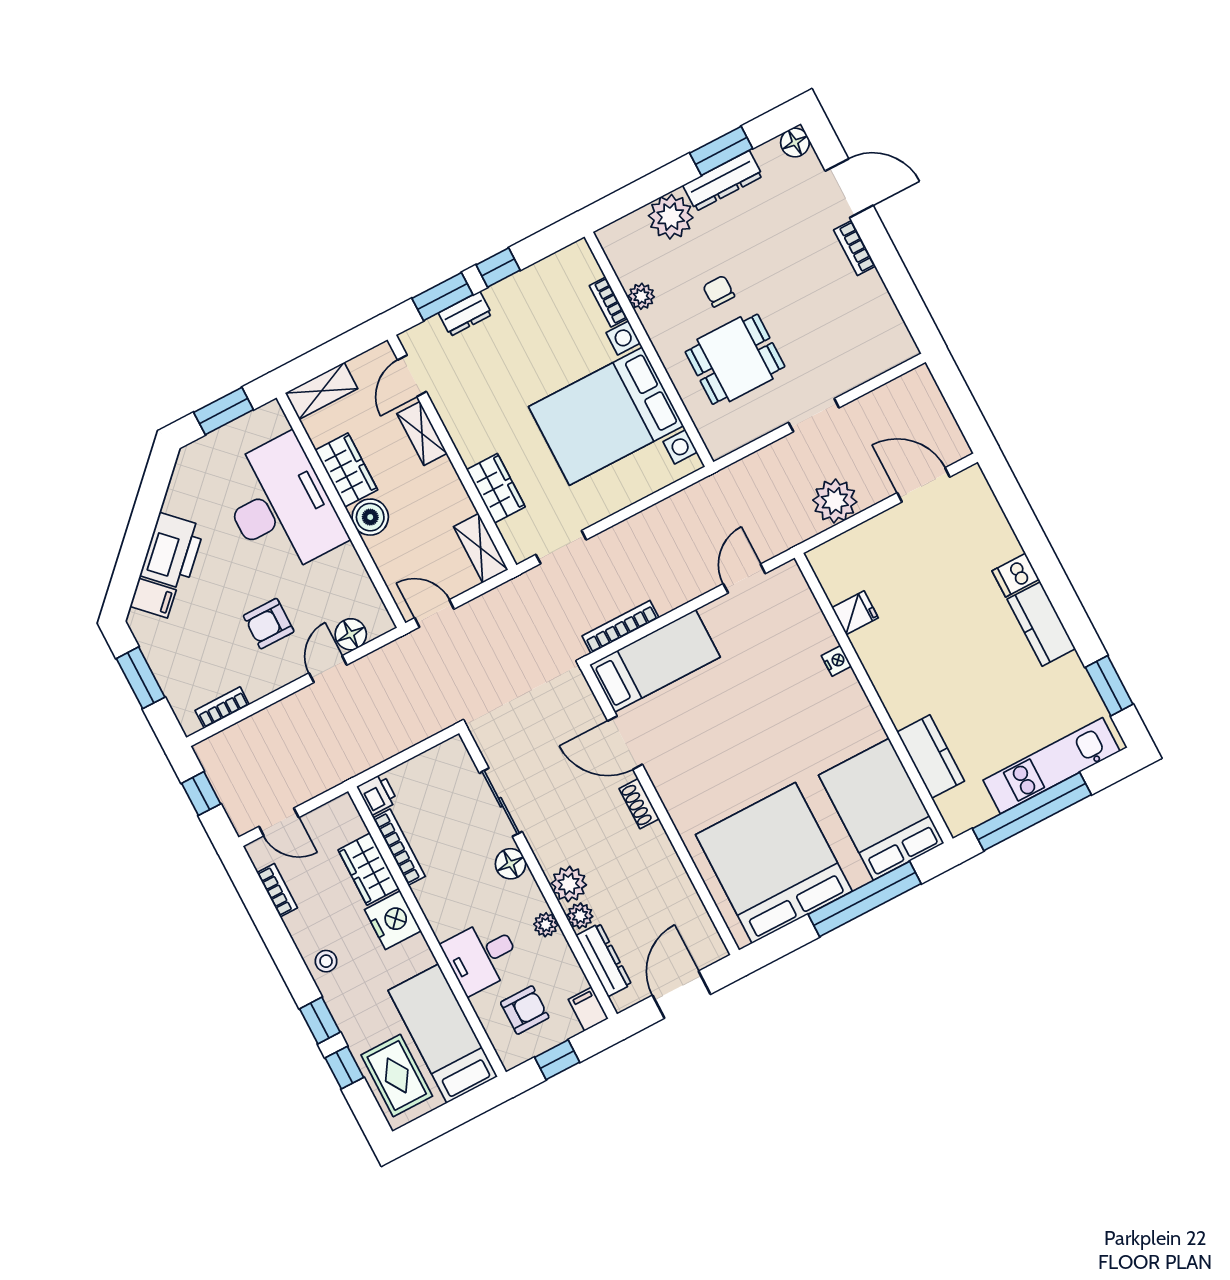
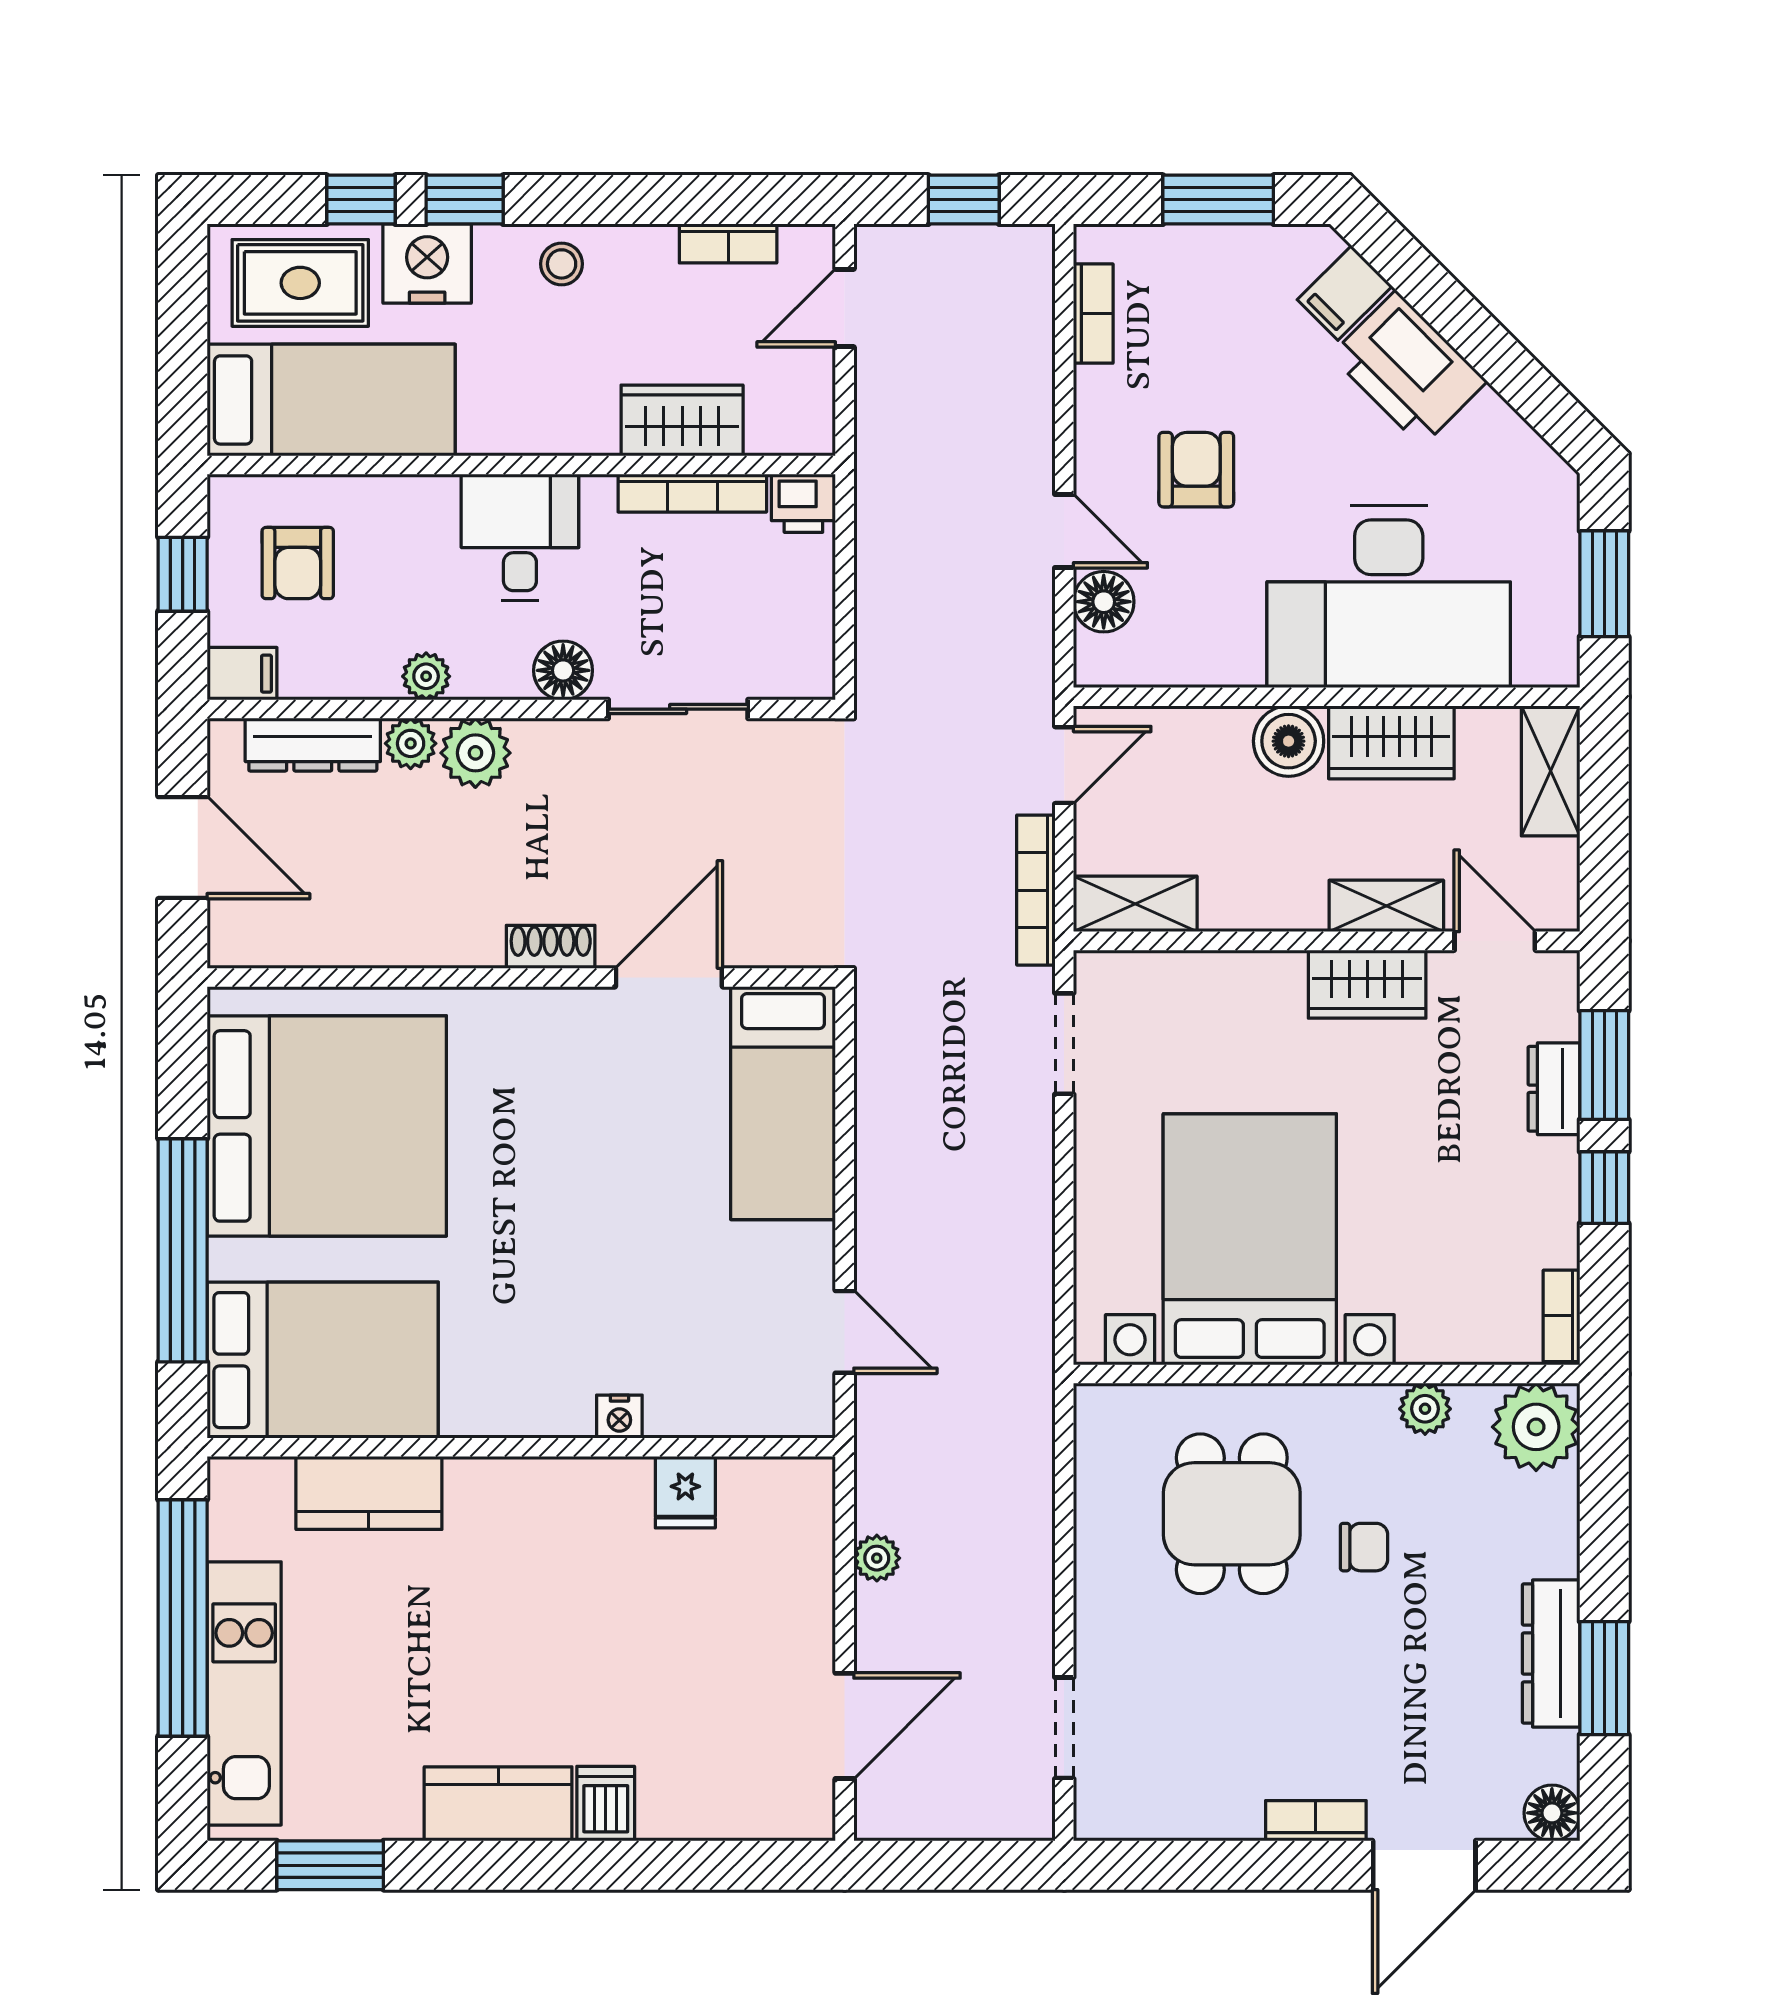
plant: (671, 217) -> (1536, 1427), moved
bookcase: (608, 302) -> (1561, 1316), moved, turned -90
doorway: (814, 415) -> (1064, 1728), moved
wardrobe: (496, 488) -> (1367, 984), moved
plant: (835, 501) -> (877, 1558), width x0.53, depth x0.53
bookcase: (620, 627) -> (1036, 890), moved, turned 180
nightstand: (393, 920) -> (427, 264), moved, turned 180
desk: (482, 956) -> (520, 537), moved

